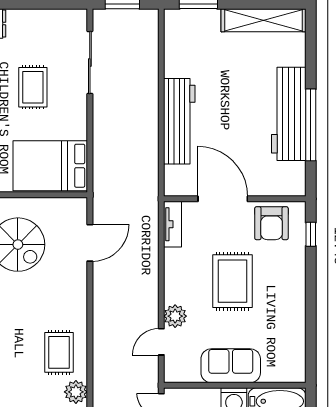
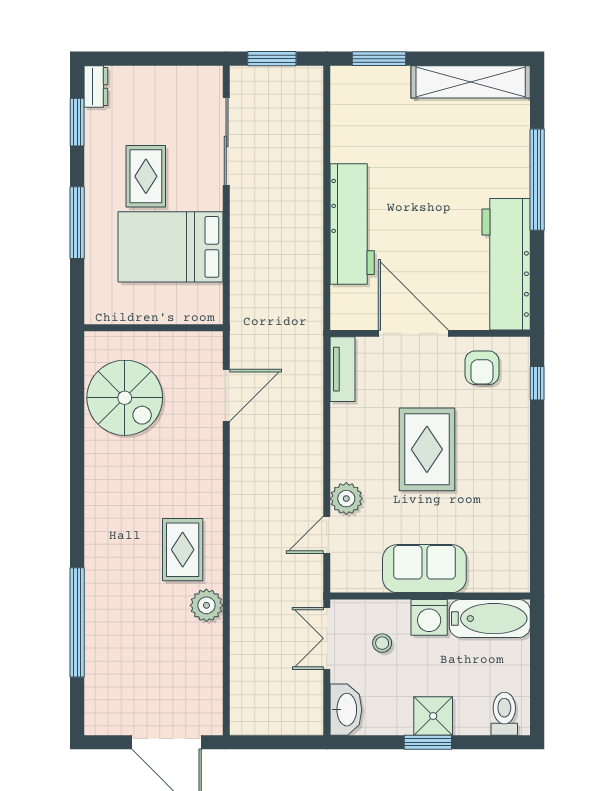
workbench: (289, 114) -> (506, 264), moved
window: (311, 125) -> (537, 180), moved
bed: (50, 166) -> (171, 247), moved
armchair: (271, 223) -> (482, 368), width x0.72, depth x0.72

